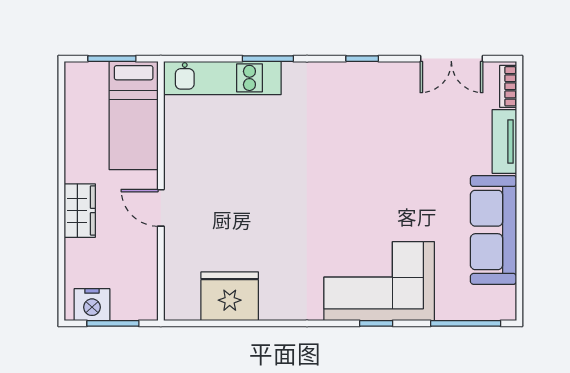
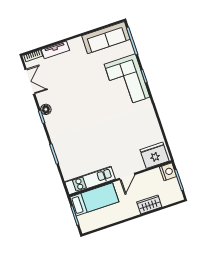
floor lamp: (376, 74) -> (46, 109), added
kitchen unit: (222, 78) -> (90, 180), moved, turned -90
wardrobe: (80, 211) -> (149, 204), moved
sofa: (493, 230) -> (106, 38), moved
fridge: (230, 296) -> (155, 155), moved, turned 90
nightstand: (92, 305) -> (168, 172), moved

